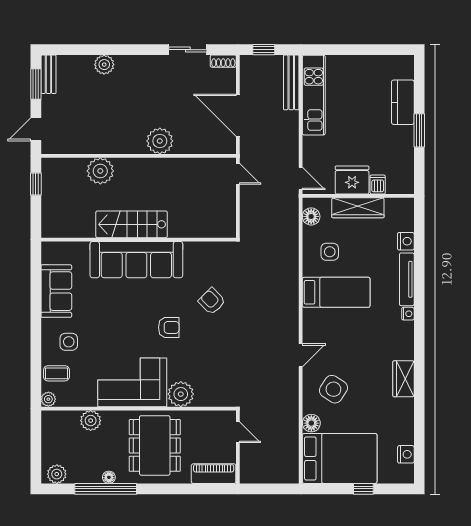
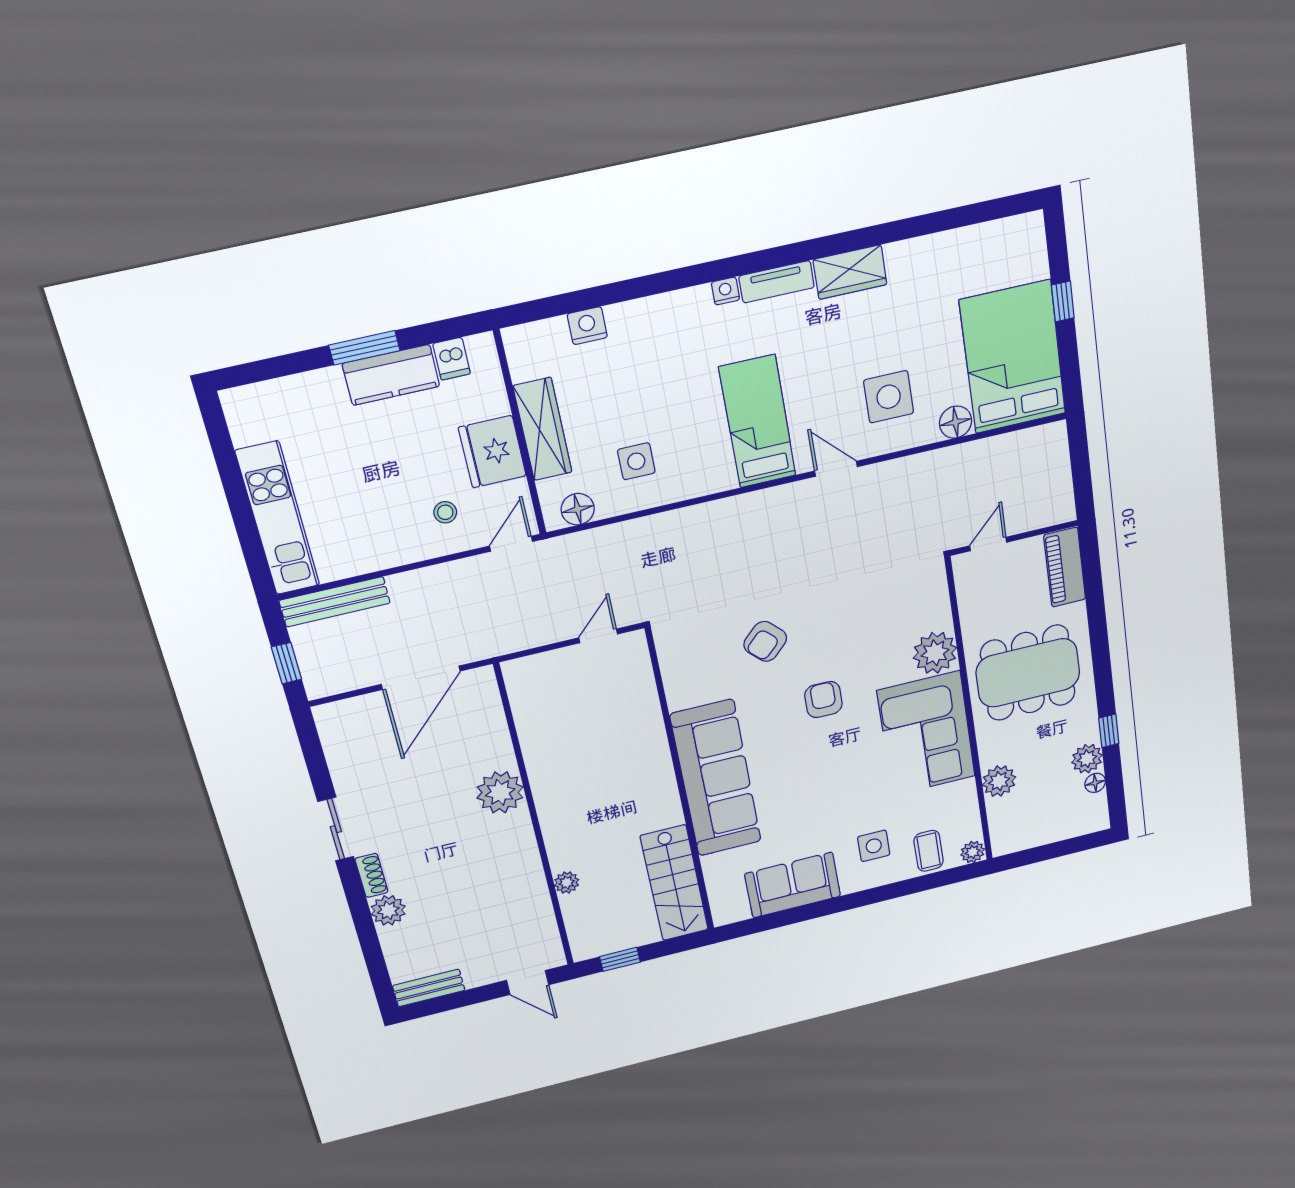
sliding door: (188, 50) -> (336, 829), moved
shoe rack: (223, 61) -> (372, 875), moved
window: (36, 84) -> (450, 1002), removed
kitchen unit: (314, 95) -> (278, 518), moved, turned 90
kitchen counter: (403, 102) -> (391, 375), moved
stool: (326, 149) -> (445, 512), added
plant: (100, 171) -> (567, 883), width x0.53, depth x0.53
door: (238, 174) -> (598, 636), moved
dishwasher: (378, 185) -> (452, 359), moved, turned -90
stairs: (132, 224) -> (674, 883), moved
tv unit: (407, 279) -> (777, 282), moved, width x0.71
bed: (336, 292) -> (758, 422), moved
side table: (333, 389) -> (889, 397), turned -33
nightstand: (406, 454) -> (991, 236), removed
plant: (57, 474) -> (1087, 759), moved
floor lamp: (109, 477) -> (1095, 783), moved
window: (106, 489) -> (1109, 731), width x0.32

